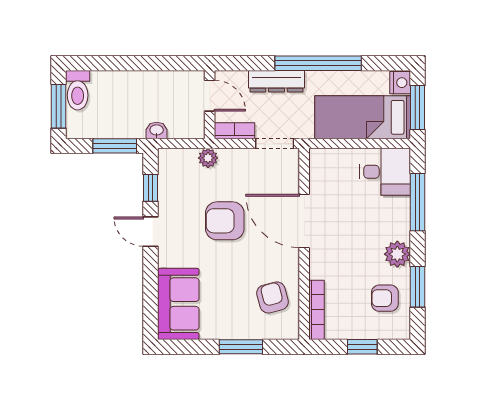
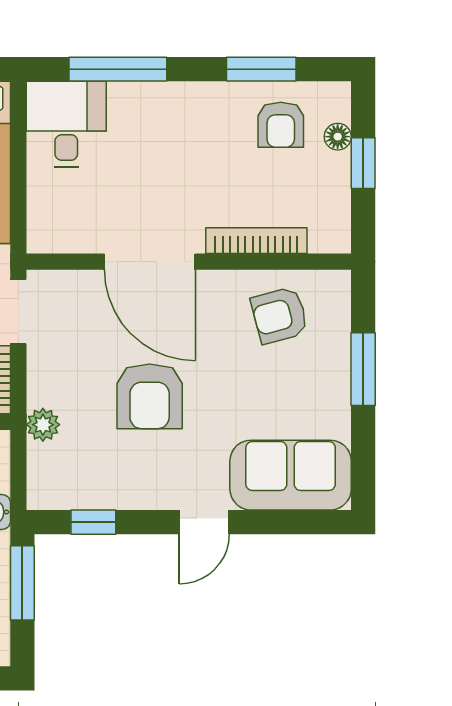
door: (304, 221) -> (150, 262), hinge flipped
door: (151, 232) -> (204, 522), moved
plant: (397, 254) -> (206, 104), removed
bookcase: (317, 310) -> (256, 241), moved
floor lamp: (378, 332) -> (338, 137), added

